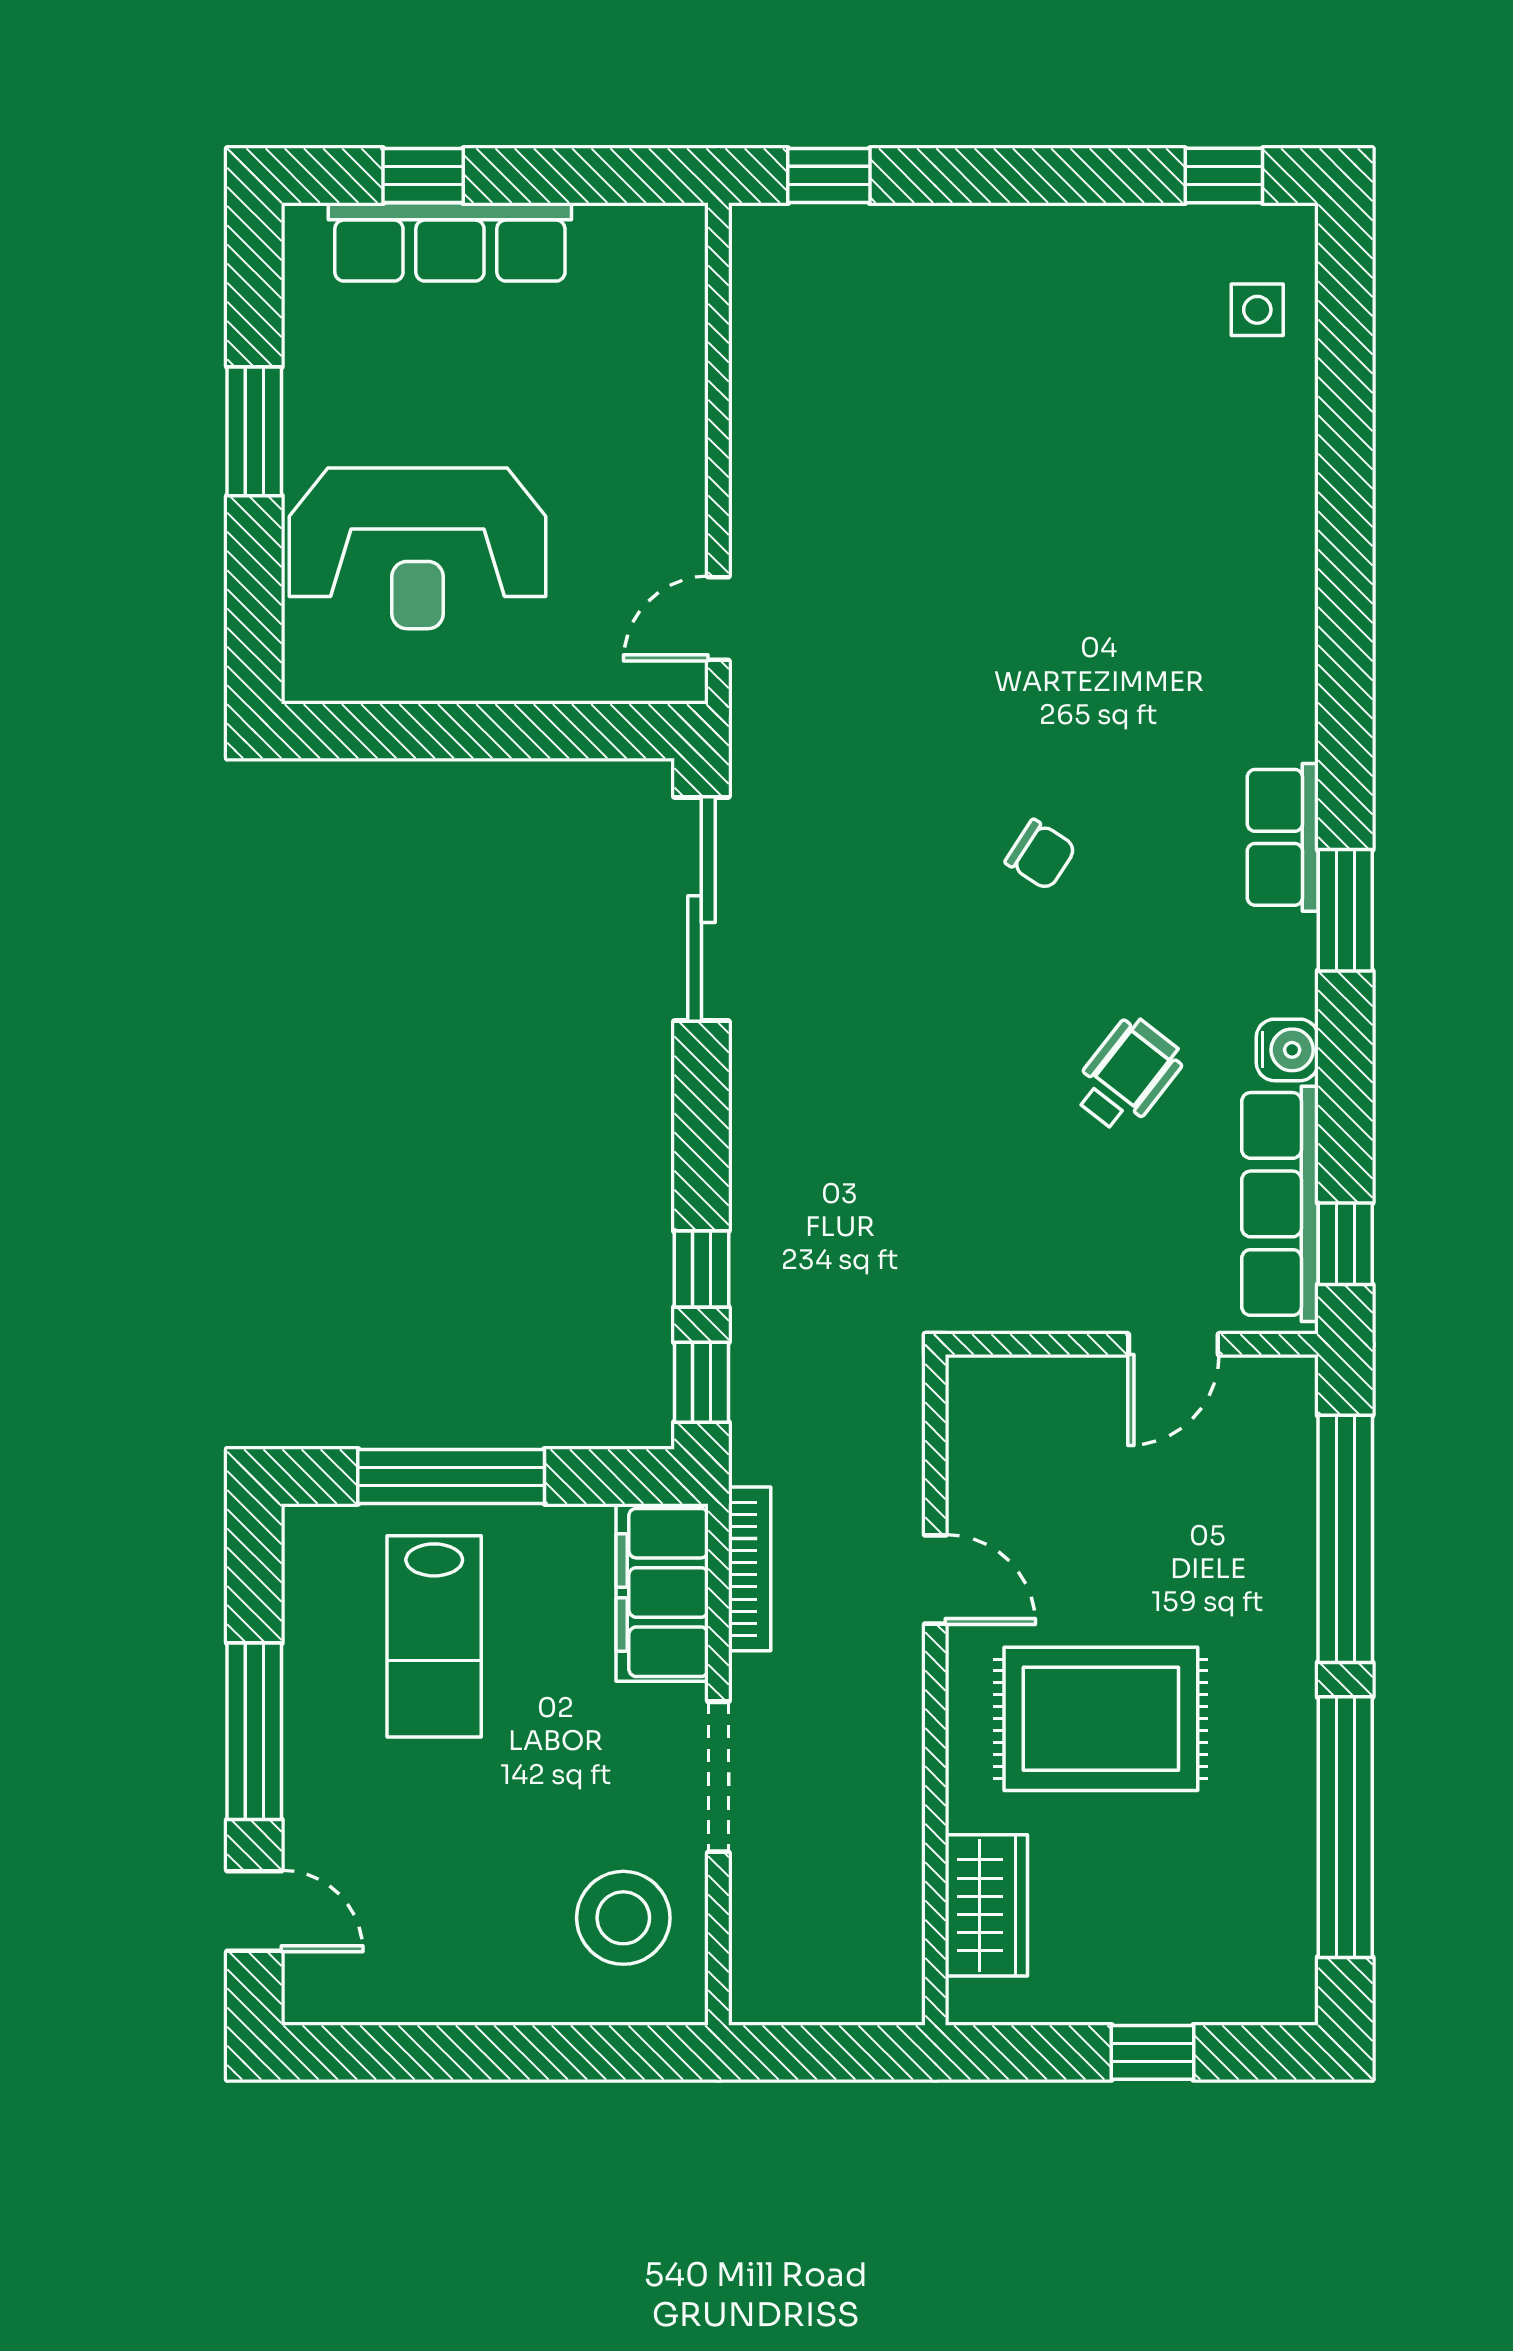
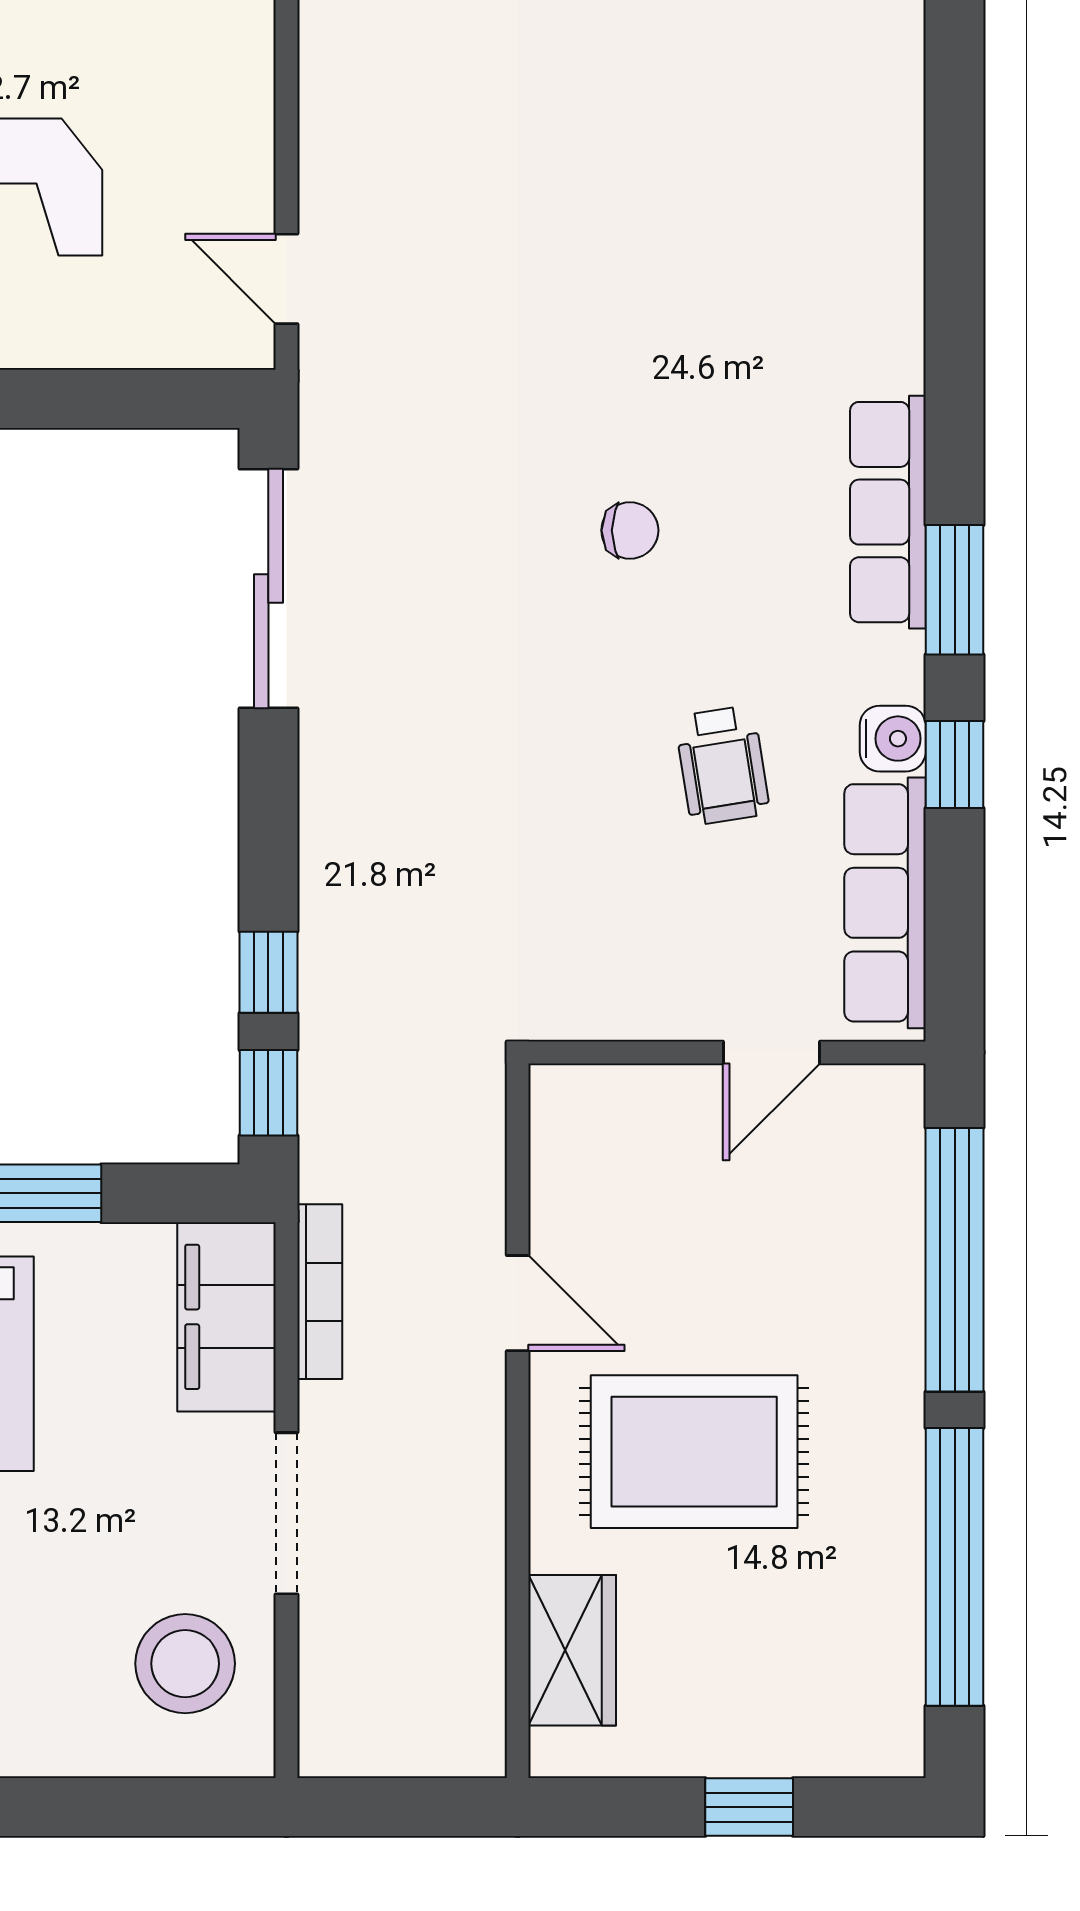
door: (718, 619) -> (287, 279), hinge flipped
row of seats: (1283, 837) -> (888, 512), width x1.48
chair: (1041, 855) -> (630, 530), turned -33
wheelchair: (1127, 1075) -> (722, 765), turned 133
window: (1345, 1244) -> (955, 765), moved

